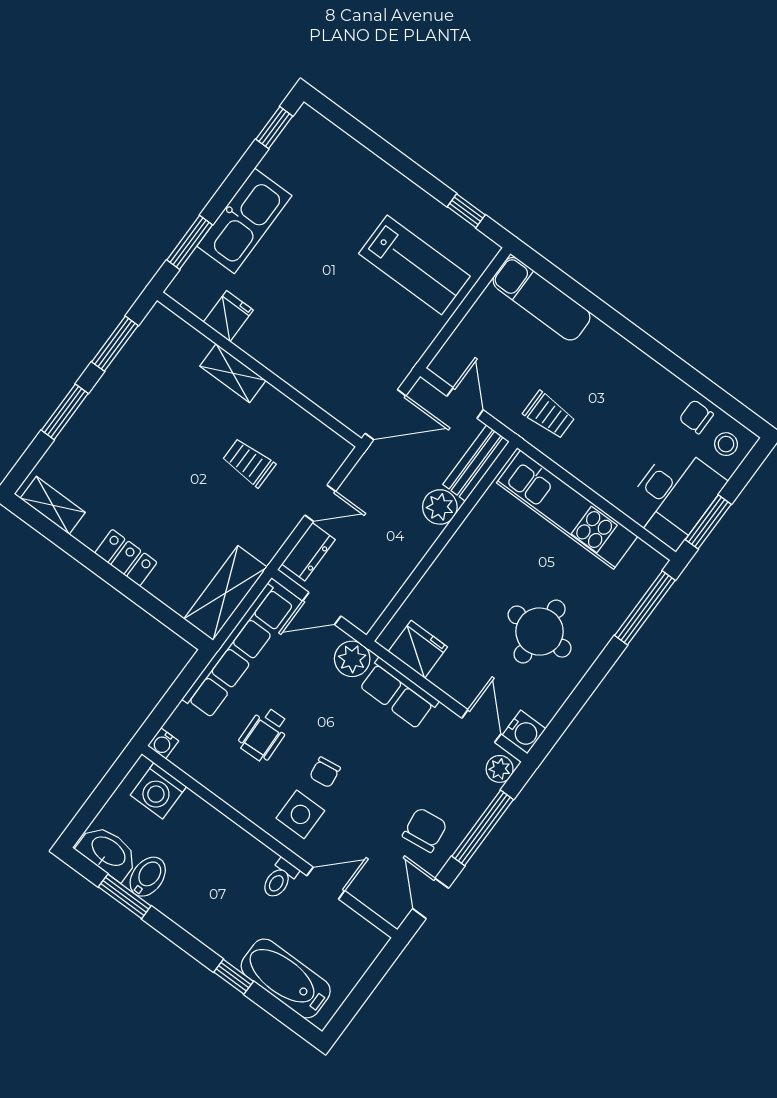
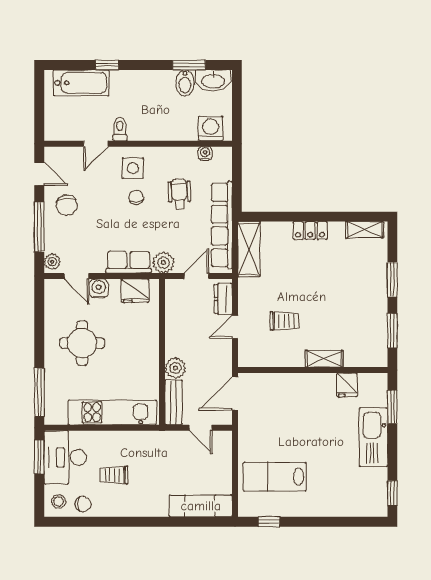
trolley: (549, 415) -> (114, 475), moved
water cooler: (524, 732) -> (99, 289), moved, turned 90
water cooler: (163, 743) -> (205, 153), moved

